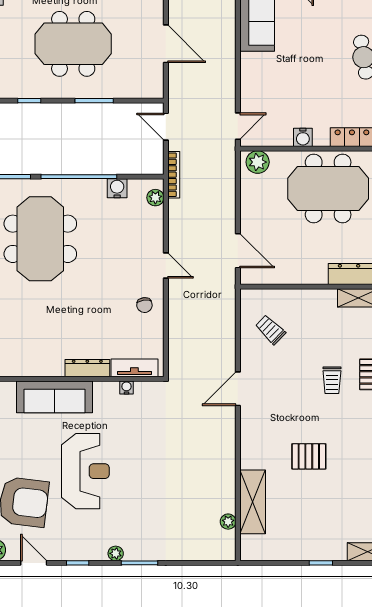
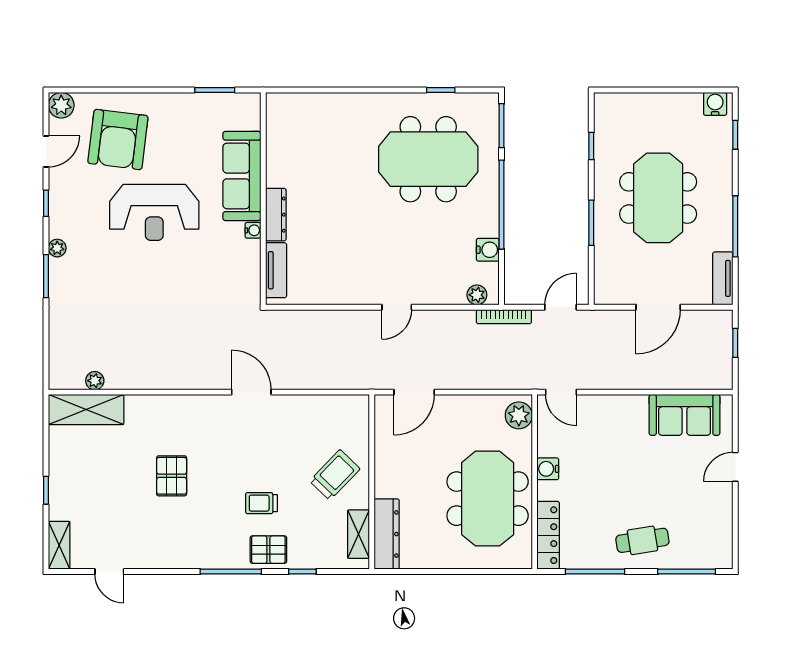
chair: (144, 305) -> (350, 282), removed
trolley: (270, 330) -> (335, 475), moved, width x1.36, depth x1.39
water cooler: (127, 387) -> (253, 230), moved
shelving: (253, 502) -> (86, 410), moved

